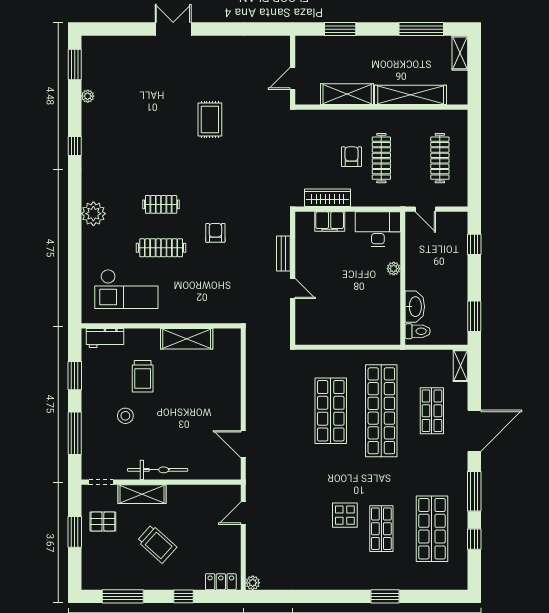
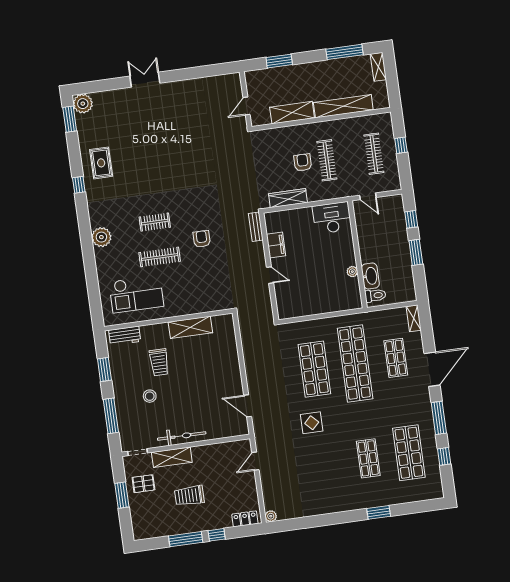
plant: (88, 96) -> (83, 104), moved, width x1.88, depth x1.88
rug: (210, 120) -> (101, 163), moved
window: (474, 152) -> (401, 145), added
filing cabinet: (330, 221) -> (276, 245), moved, turned -90
bench: (283, 253) -> (256, 227), moved
plant: (394, 269) -> (352, 272), moved
window: (474, 316) -> (416, 252), moved
display table: (345, 515) -> (312, 423), moved
trolley: (157, 544) -> (189, 496), turned 138
window: (123, 596) -> (186, 539), moved

